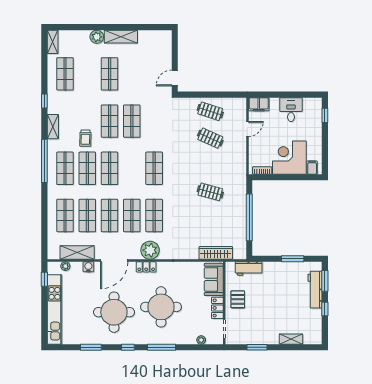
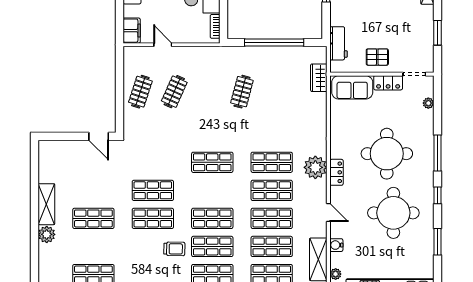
wardrobe: (216, 253) -> (319, 78), width x0.67
door: (114, 260) -> (328, 213), width x0.53

